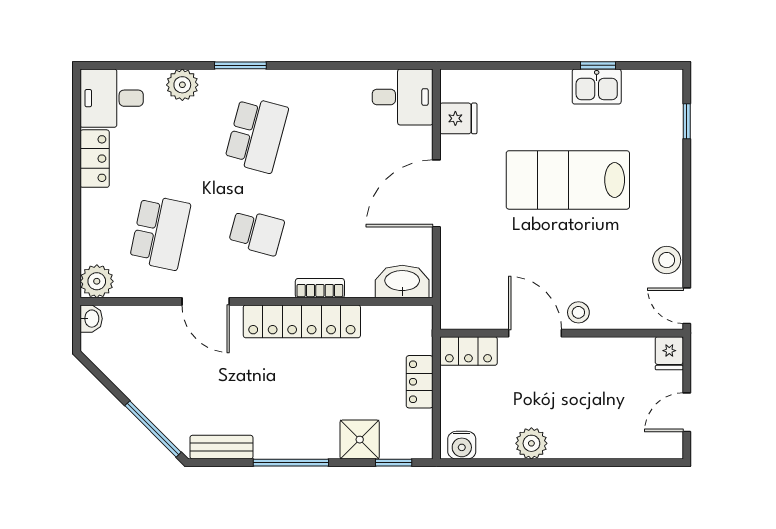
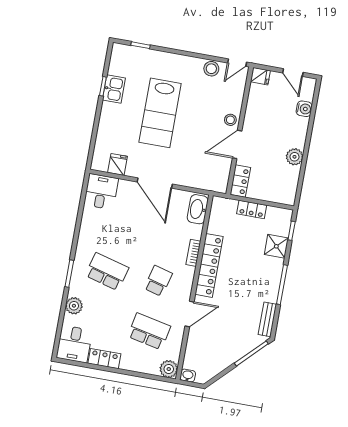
water cooler: (462, 445) -> (304, 109), moved

